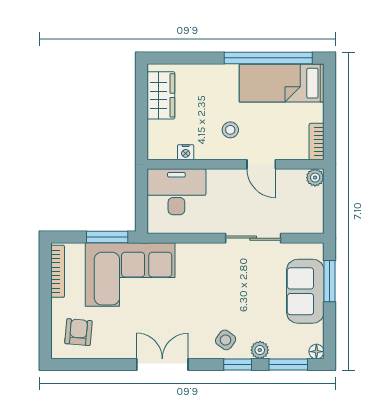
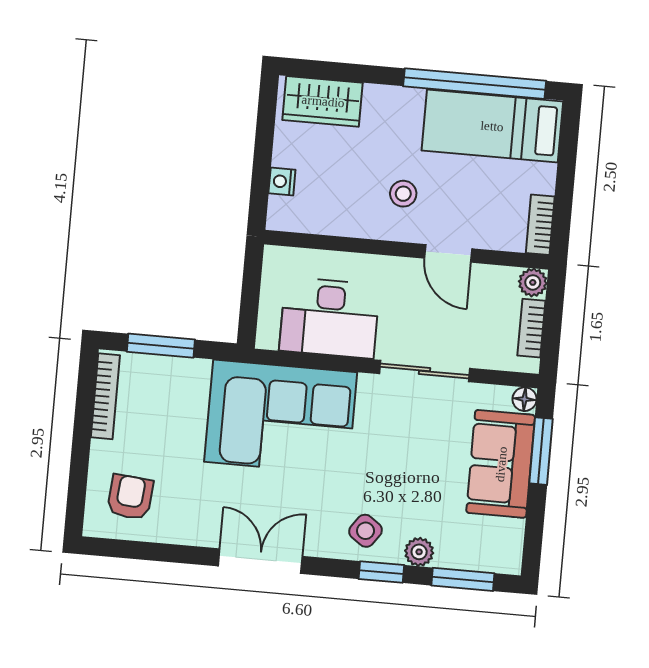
wardrobe: (161, 95) -> (323, 101), moved, turned 90
nightstand: (186, 152) -> (282, 181), moved, turned 90
desk: (176, 192) -> (329, 318), moved, turned 180
bookcase: (317, 206) -> (531, 328), added
window: (107, 237) -> (161, 346), moved
corner sofa: (130, 274) -> (281, 417), moved
floor lamp: (316, 352) -> (525, 399), moved

